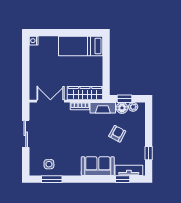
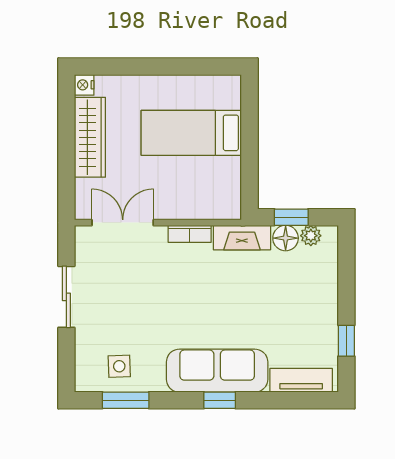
bed: (81, 46) -> (191, 133), moved
wardrobe: (85, 93) -> (90, 137), moved, turned 90
armchair: (117, 134) -> (275, 297), removed
sofa: (98, 166) -> (217, 371), width x1.36
window: (123, 179) -> (220, 400), moved

